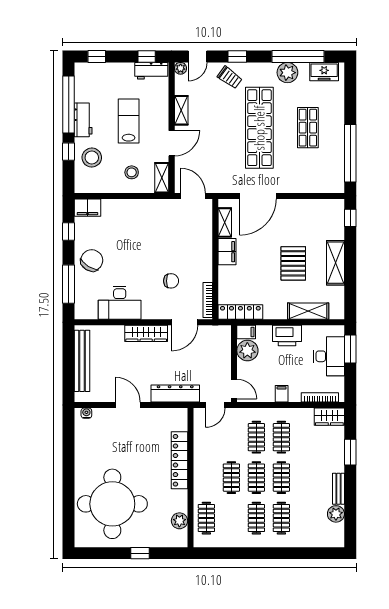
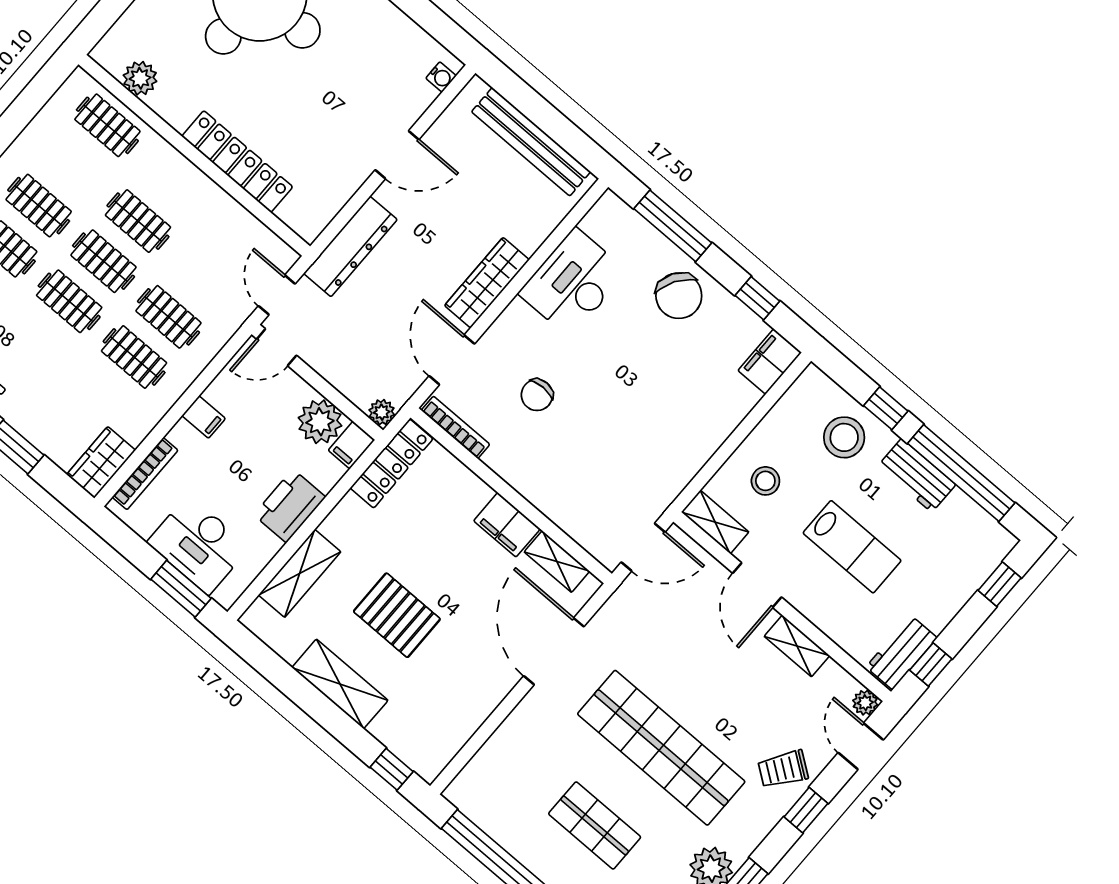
plant: (225, 331) -> (382, 412), added

